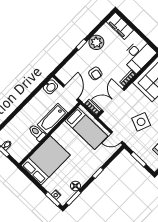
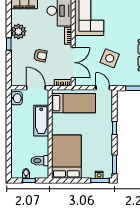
double door: (113, 100) -> (73, 63), swing flipped
toilet: (37, 133) -> (40, 161), moved
door: (117, 137) -> (103, 88), swing flipped
floor lamp: (75, 186) -> (107, 154), removed

